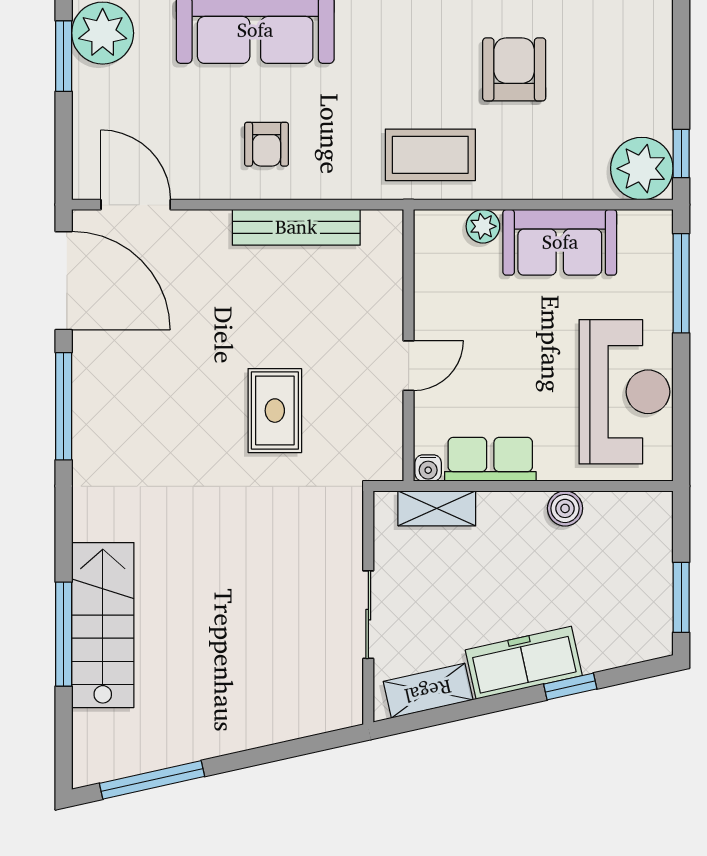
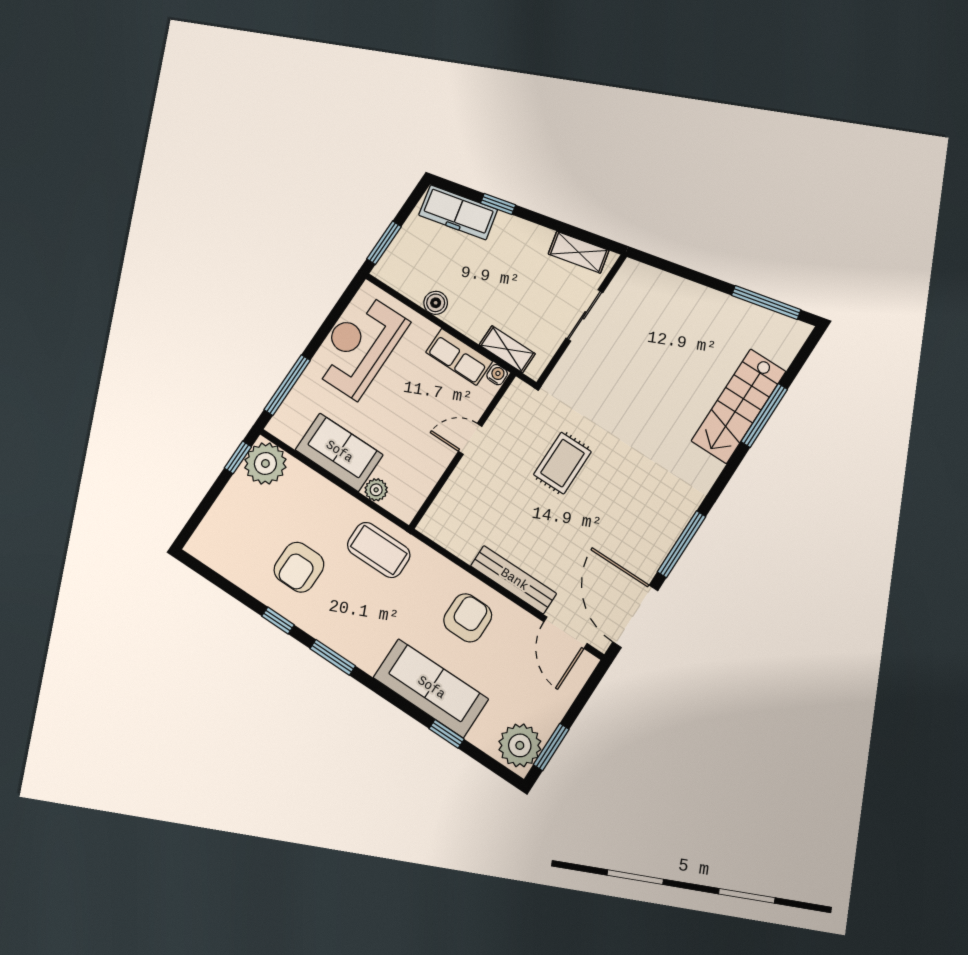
armchair: (267, 144) -> (468, 618), width x1.38, depth x1.38
bench: (296, 227) -> (514, 580), moved
window: (681, 597) -> (384, 243), moved
freezer: (524, 663) -> (458, 212), moved

